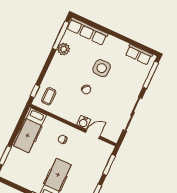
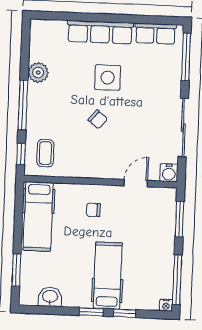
row of seats: (87, 31) -> (100, 32), moved
window: (61, 35) -> (23, 105), moved
water cooler: (84, 122) -> (169, 173), moved
washbasin: (18, 178) -> (50, 297), added

